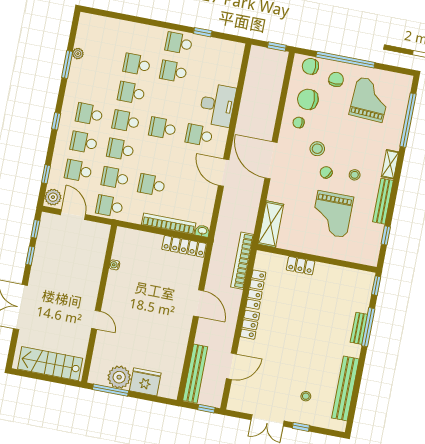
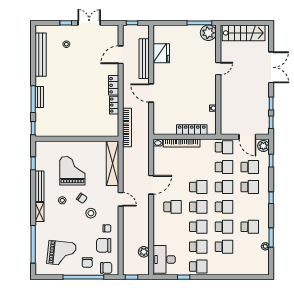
plant: (252, 79) -> (144, 252), added
chair: (308, 99) -> (104, 245), turned 180
school desk: (168, 100) -> (198, 227), added
grand piano: (370, 100) -> (62, 253), turned -87
desk: (217, 105) -> (164, 259), moved
school desk: (89, 114) -> (250, 227), moved
door: (271, 160) -> (121, 199), width x0.53
door: (224, 173) -> (151, 185), hinge flipped
school desk: (152, 185) -> (198, 187), moved
shelving: (271, 224) -> (113, 163), width x1.47
locker: (184, 246) -> (192, 130), moved
locker: (301, 266) -> (87, 132), removed
locker: (256, 290) -> (114, 105), width x0.66
door: (96, 320) -> (218, 69), swing flipped
bench: (195, 374) -> (144, 59), moved
plant: (119, 377) -> (208, 33), moved
fridge: (145, 382) -> (161, 53), moved, turned -90

